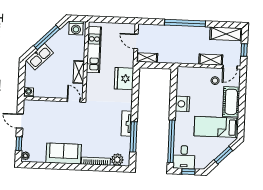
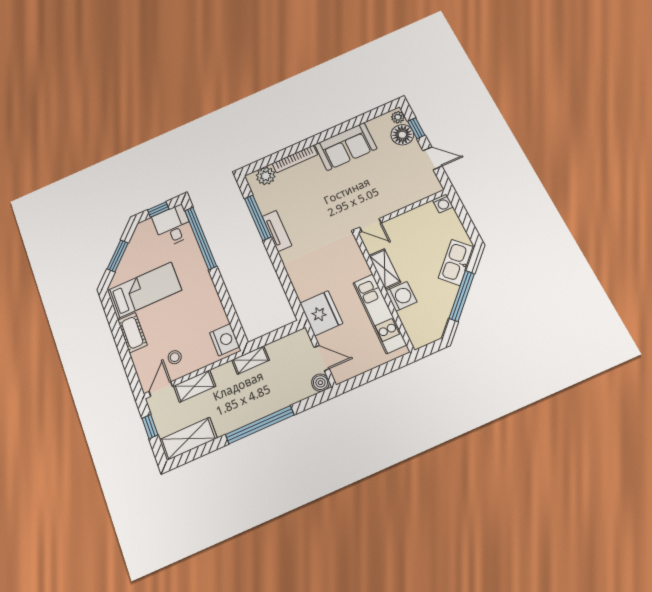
washing machine: (76, 28) -> (401, 296), moved, turned 90
boiler: (143, 29) -> (320, 383), added
shelving: (147, 58) -> (251, 360), moved
fridge: (124, 79) -> (321, 313), moved
cot: (231, 102) -> (132, 333), width x0.73, depth x0.75
nightstand: (182, 104) -> (224, 340), moved
floor lamp: (29, 144) -> (402, 135), added

